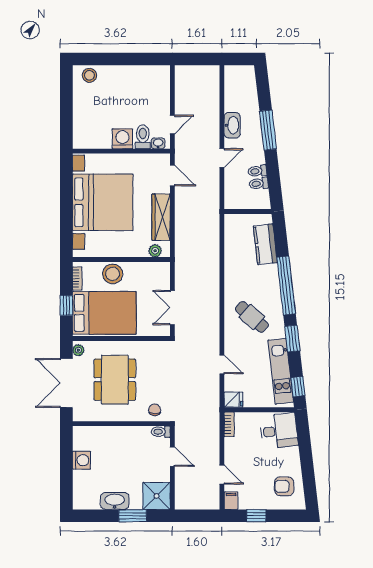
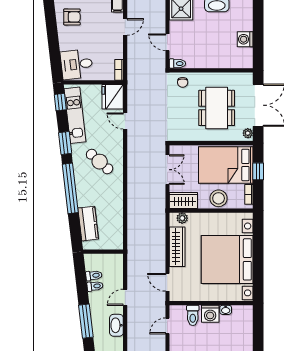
washbasin: (158, 143) -> (226, 310), moved
wardrobe: (154, 271) -> (183, 201), added
fridge: (233, 400) -> (113, 97), width x1.88, depth x1.34
door: (222, 475) -> (125, 27), swing flipped

